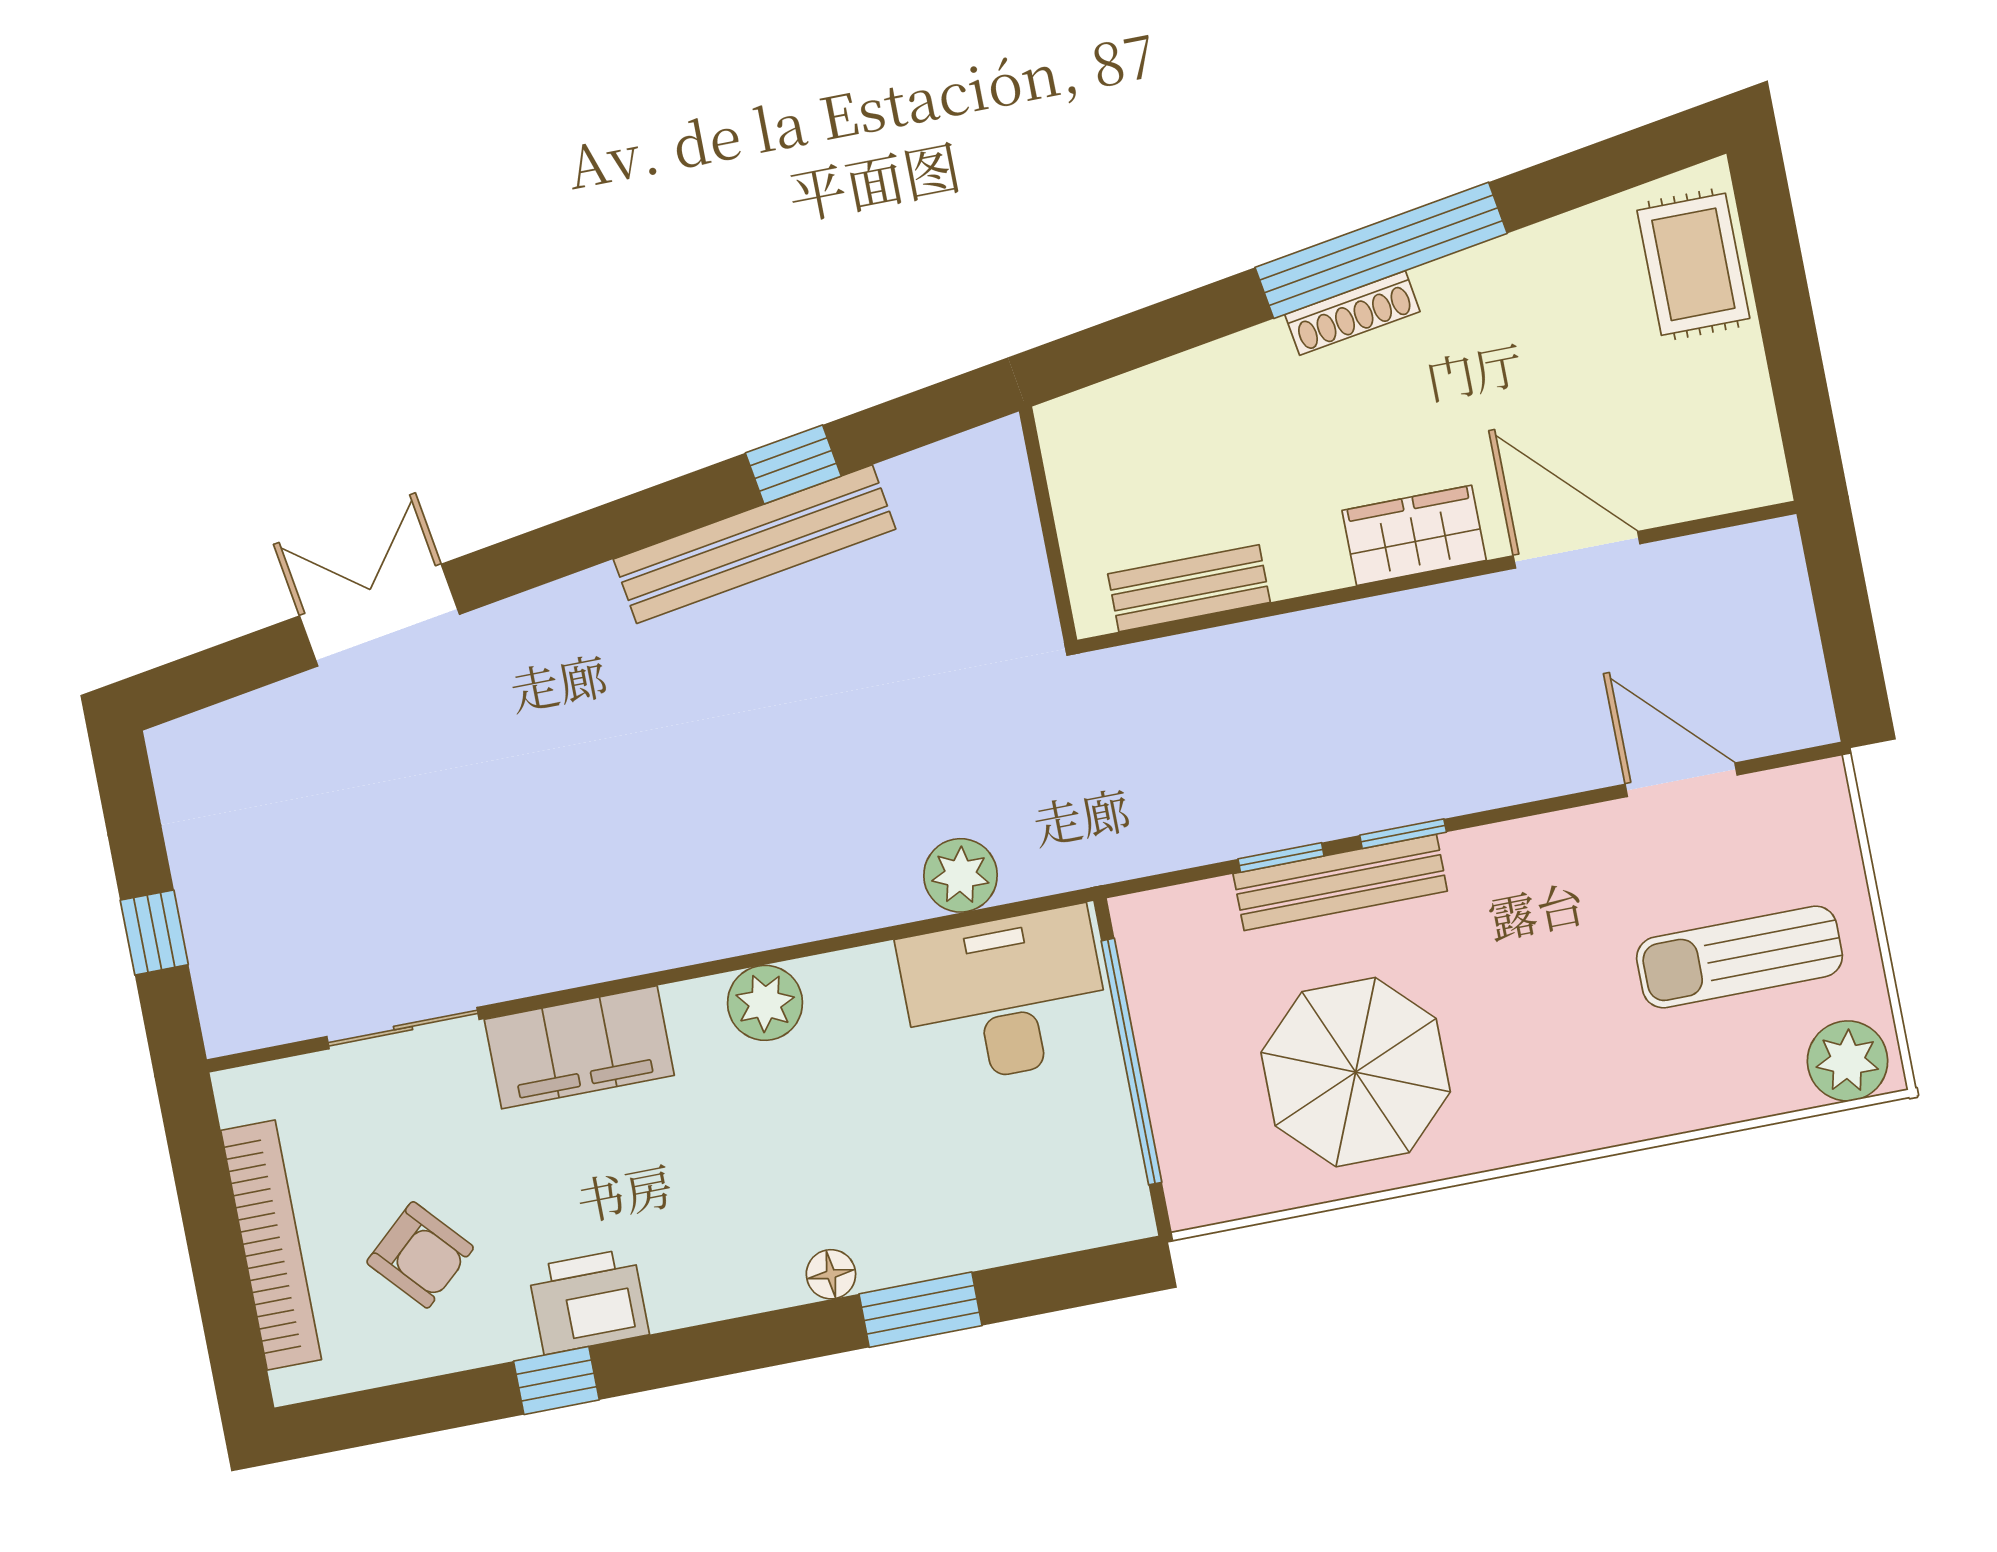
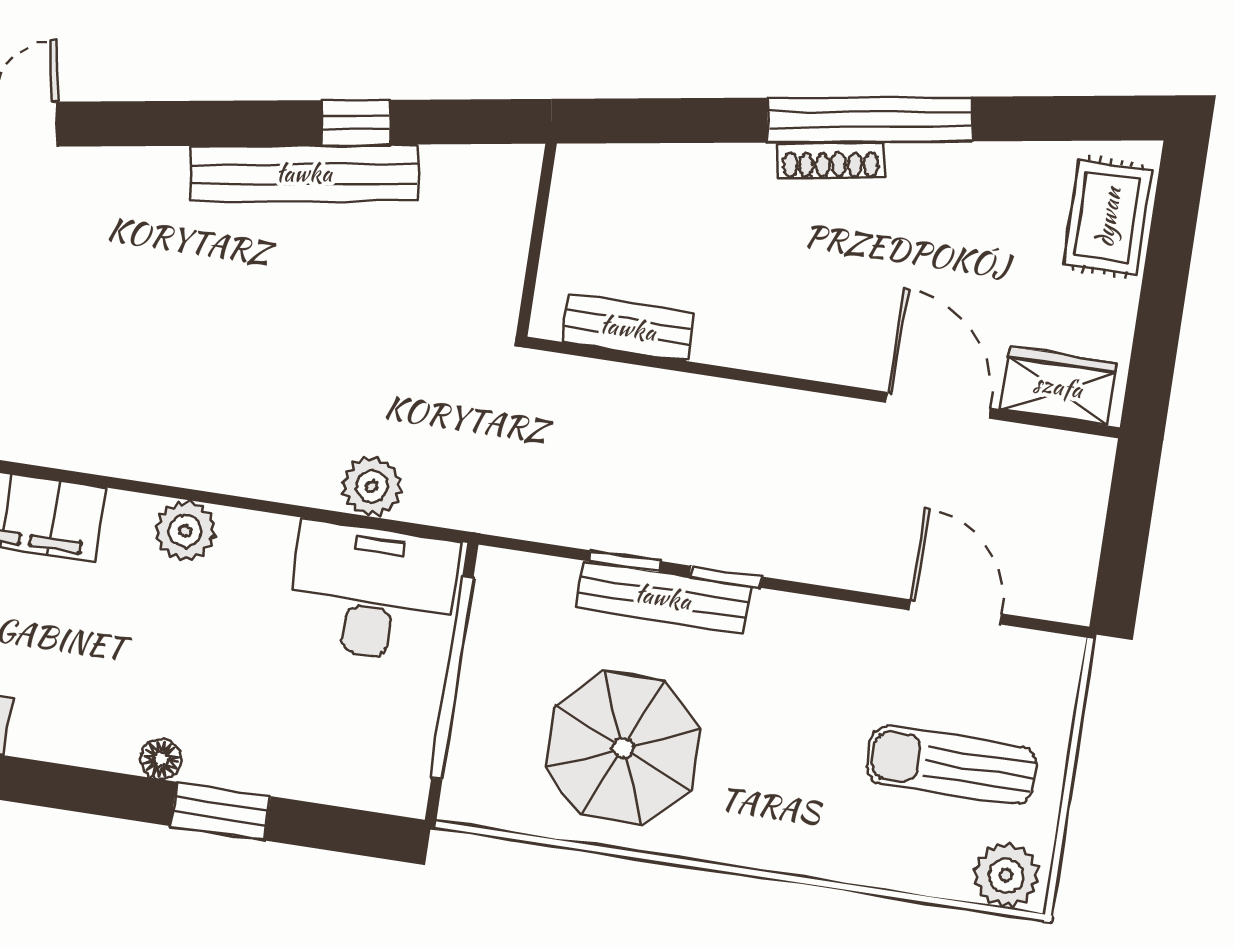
wardrobe: (1414, 535) -> (1058, 386), moved

